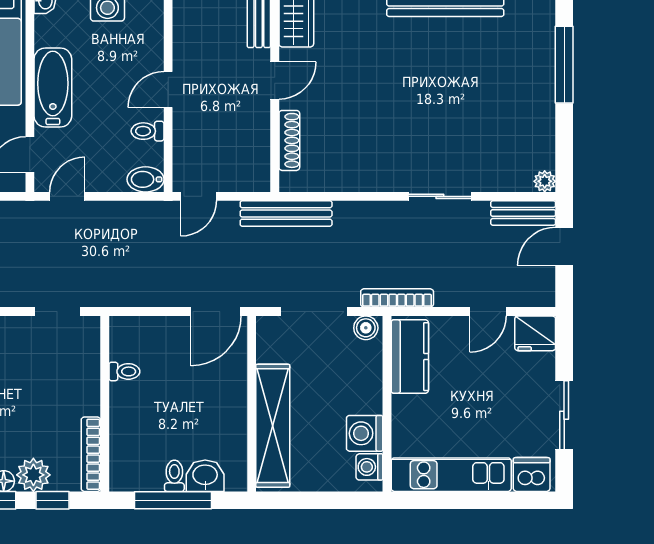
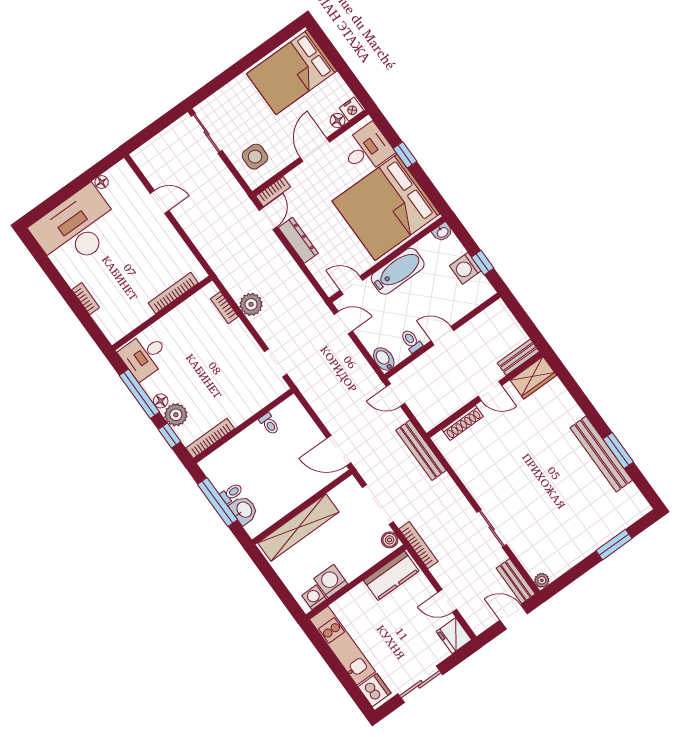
window: (564, 65) -> (614, 545), width x0.69

